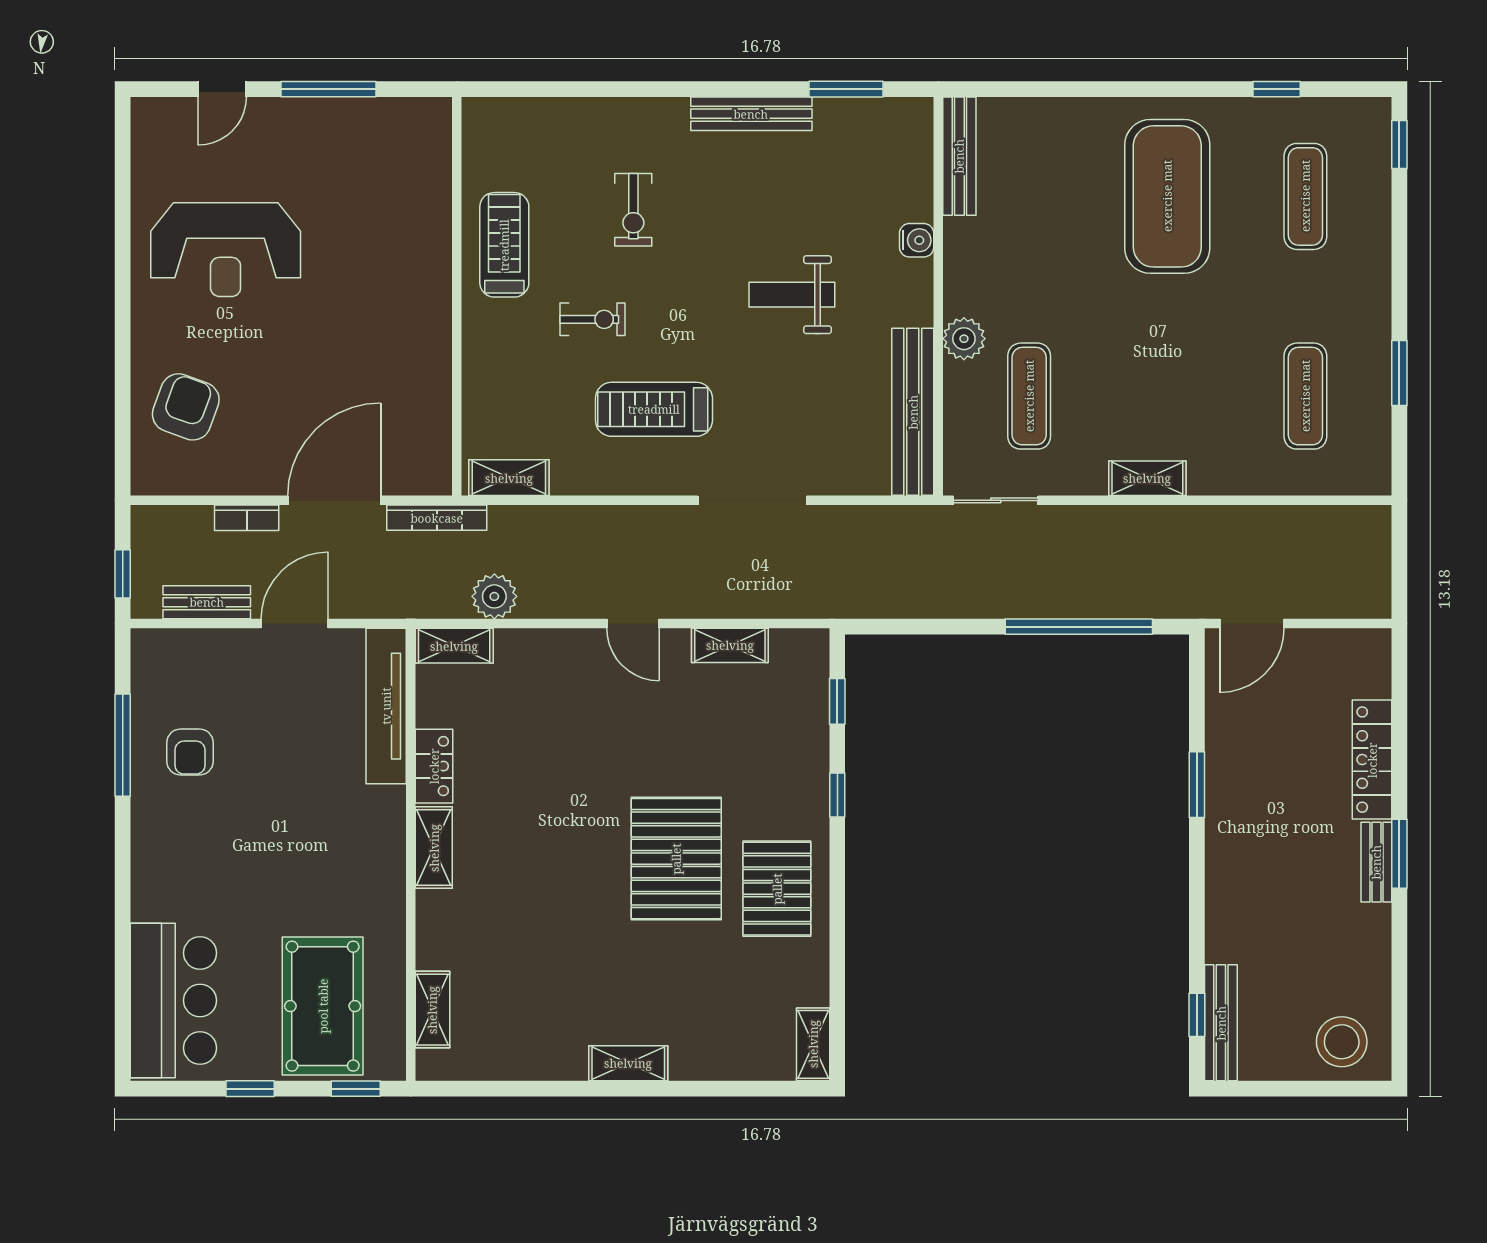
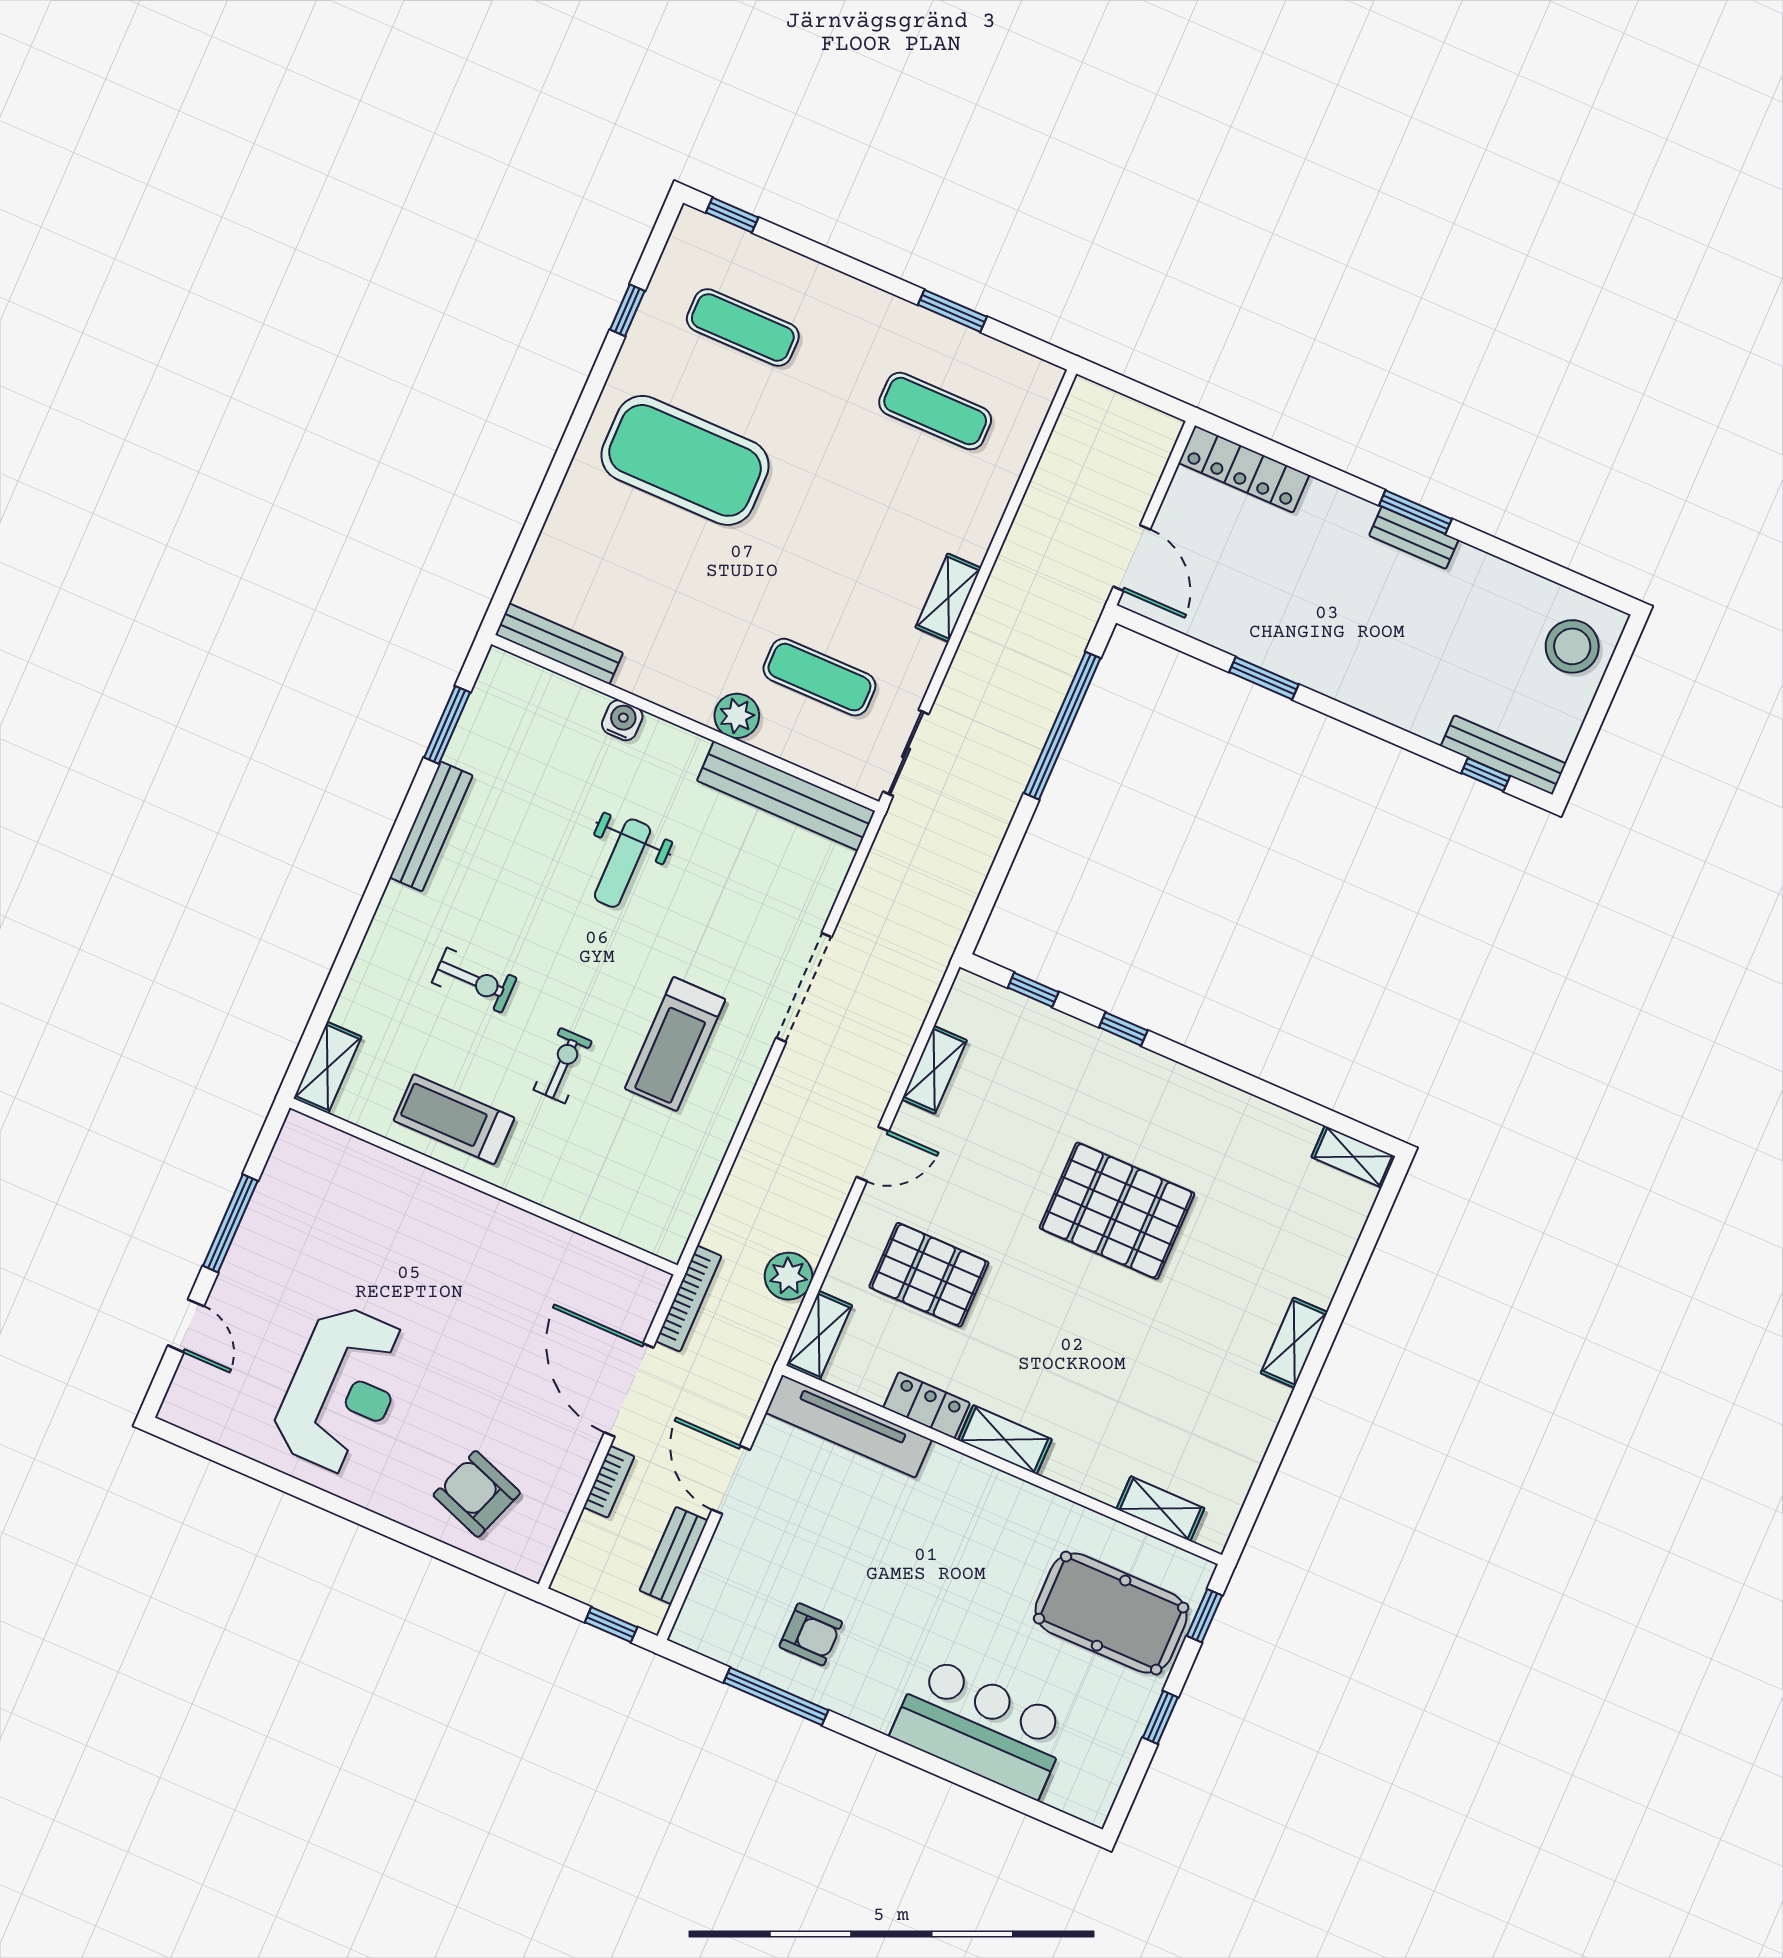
shelving: (509, 478) -> (328, 1068), moved
locker: (1372, 760) -> (1244, 469), moved
pallet: (777, 889) -> (929, 1275), moved
bar counter: (173, 1000) -> (981, 1727), moved

